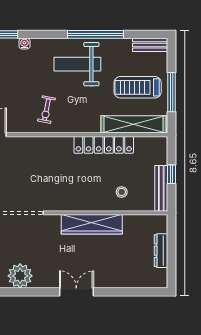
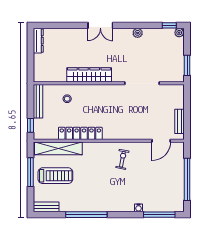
weight bench: (77, 64) -> (100, 193), removed
window: (172, 174) -> (30, 125), moved
dresser: (161, 251) -> (38, 41), moved
plant: (20, 276) -> (138, 33), width x0.53, depth x0.53

